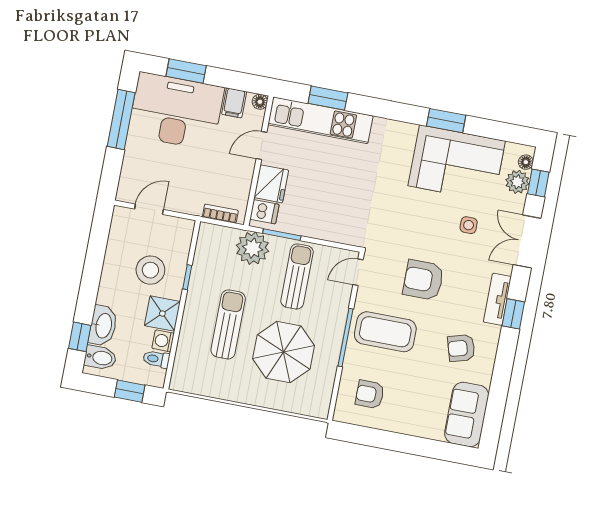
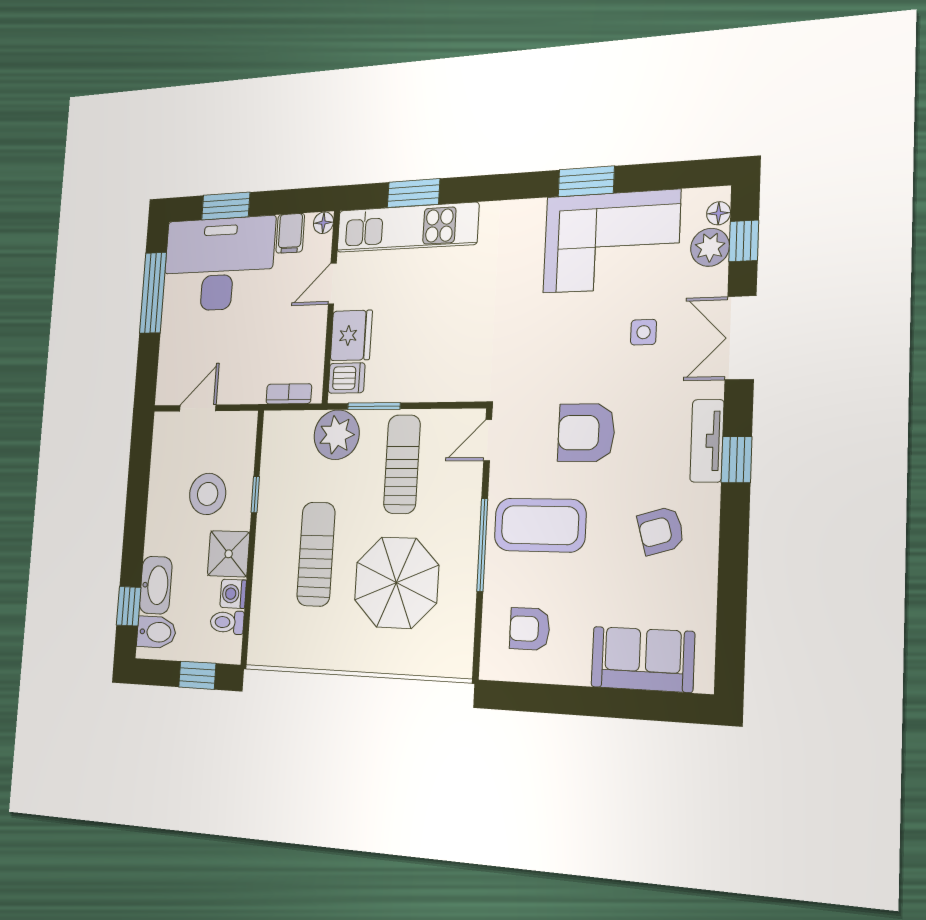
sofa: (467, 414) -> (643, 659), moved, turned 90

